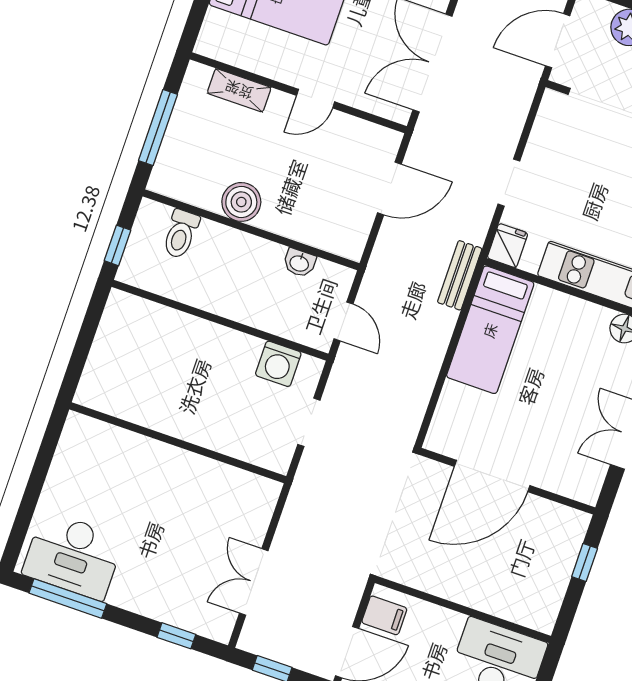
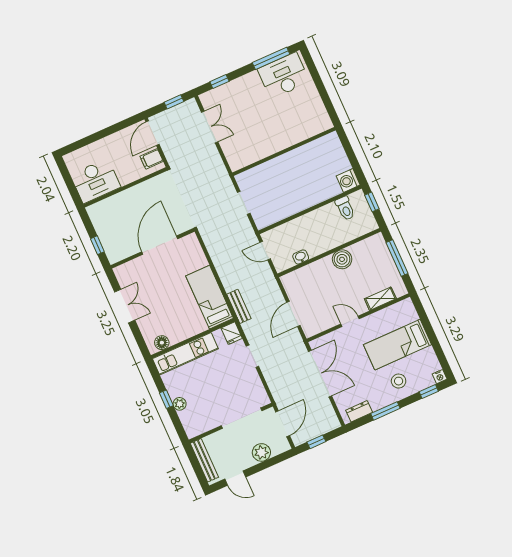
door: (316, 99) -> (350, 321), hinge flipped
toilet: (181, 234) -> (345, 208), moved, turned 180
washing machine: (278, 364) -> (348, 181), moved, turned -90

